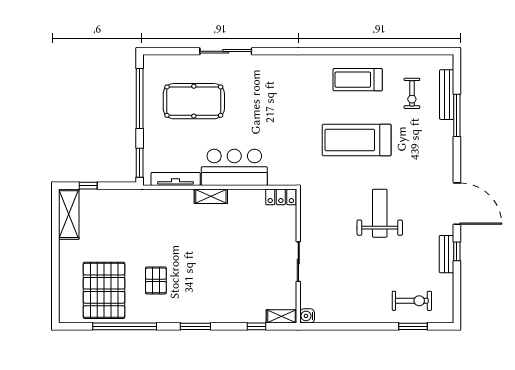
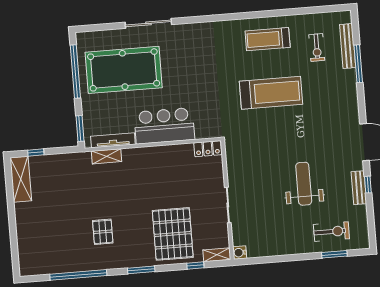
pool table: (194, 101) -> (124, 70), width x1.36, depth x1.32
treadmill: (357, 140) -> (271, 93), turned 180
shelving: (211, 196) -> (106, 156), moved
weight bench: (380, 213) -> (304, 184), moved
pallet: (104, 290) -> (173, 234), moved

